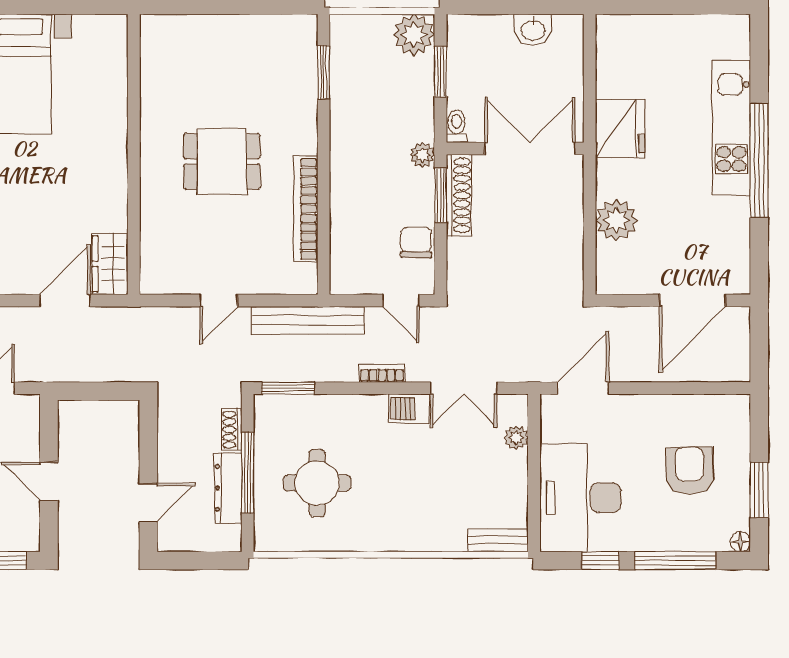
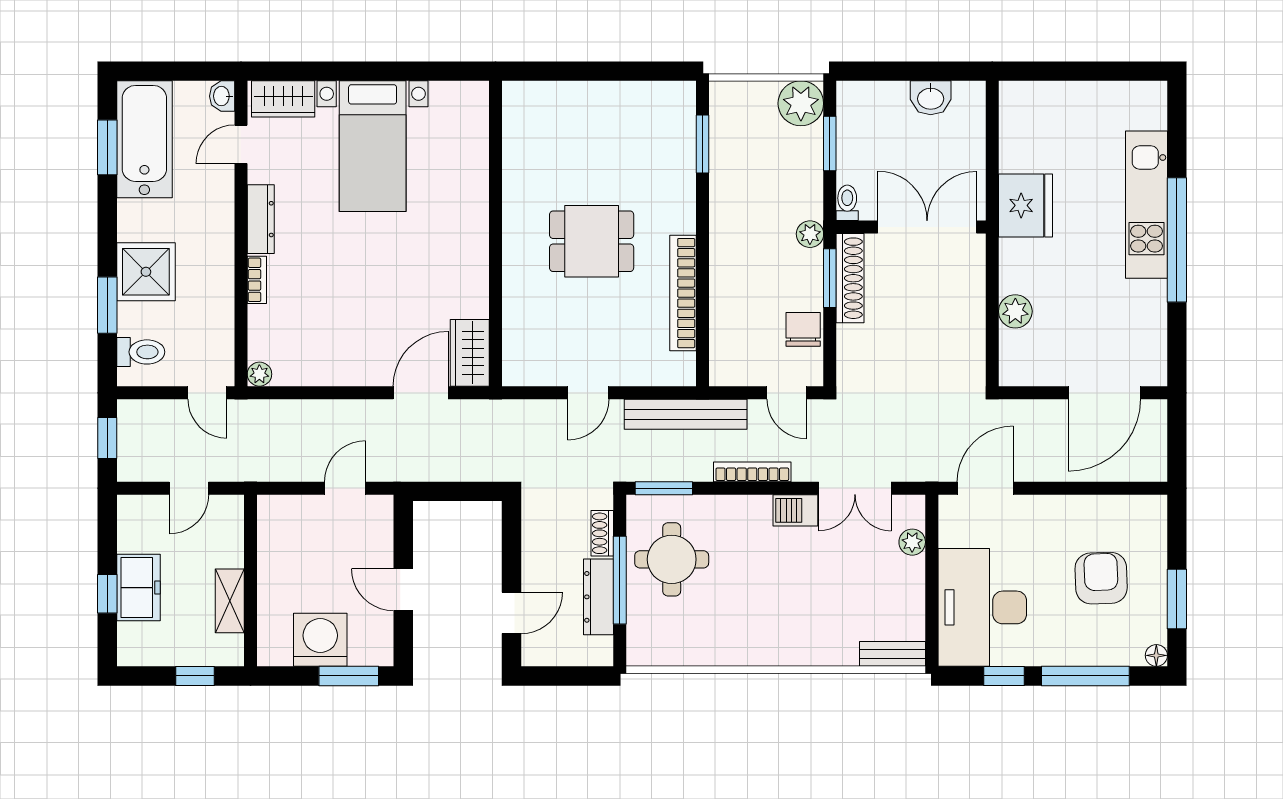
plant: (616, 220) -> (1015, 311), width x0.73, depth x0.73
bookcase: (382, 373) -> (752, 472), width x1.56
round table: (317, 483) -> (672, 559), moved

